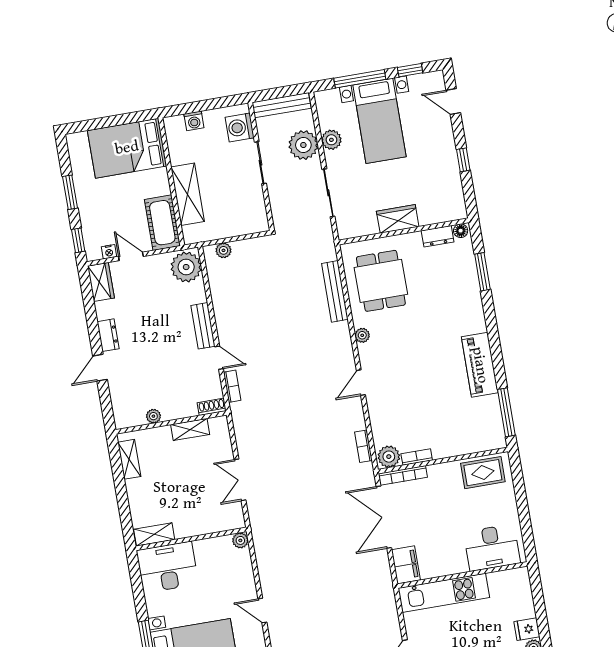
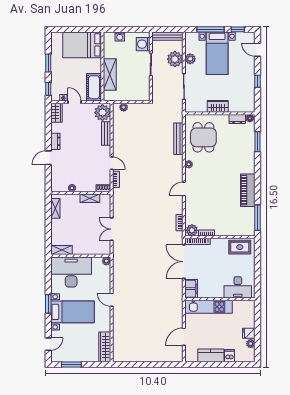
bench: (203, 326) -> (106, 133), moved
desk: (167, 567) -> (71, 272), width x1.36, depth x1.30

